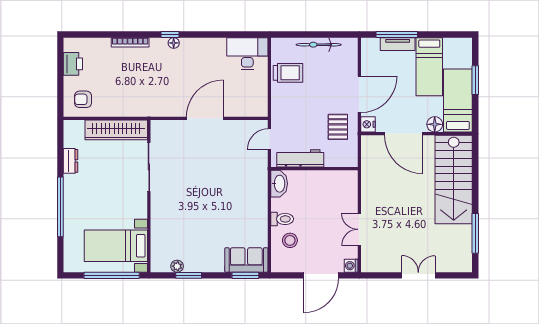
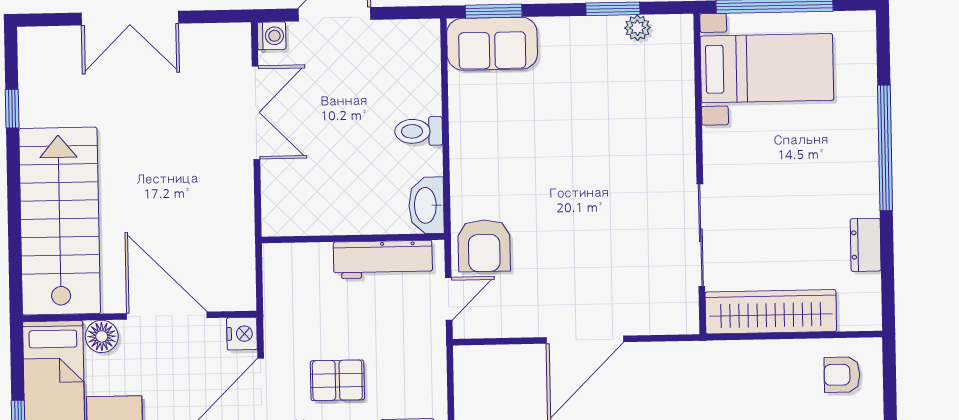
armchair: (83, 99) -> (842, 375), turned 180
pallet: (338, 127) -> (337, 380), moved, turned 90
armchair: (252, 164) -> (484, 246), added
double door: (359, 229) -> (256, 113), width x1.37
window: (475, 233) -> (12, 109), width x0.46
stool: (290, 240) -> (401, 86), removed
double door: (418, 275) -> (130, 18), width x1.37

